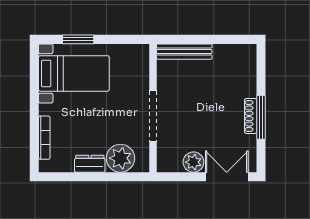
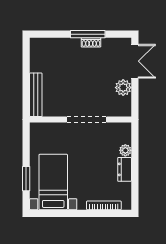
shoe rack: (251, 116) -> (91, 42), width x0.70
plant: (120, 158) -> (125, 150), width x0.53, depth x0.53
double door: (227, 177) -> (135, 61), swing flipped

